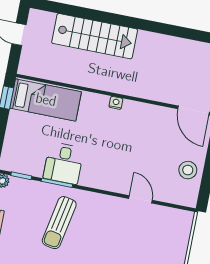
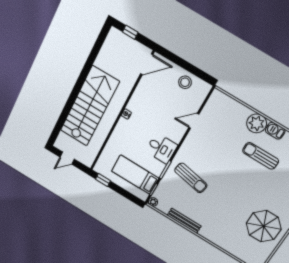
stairs: (95, 36) -> (90, 106), width x1.36, depth x1.51
bed: (46, 100) -> (135, 175), moved, turned -90
desk: (64, 163) -> (161, 148), moved

